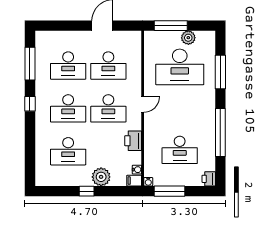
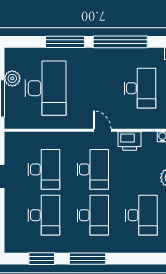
window: (30, 64) -> (42, 259), width x0.69
window: (220, 72) -> (65, 42), moved
window: (30, 104) -> (88, 259), width x2.17
door: (143, 104) -> (102, 130), moved

